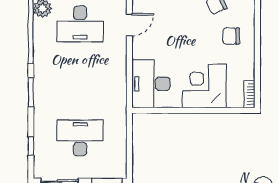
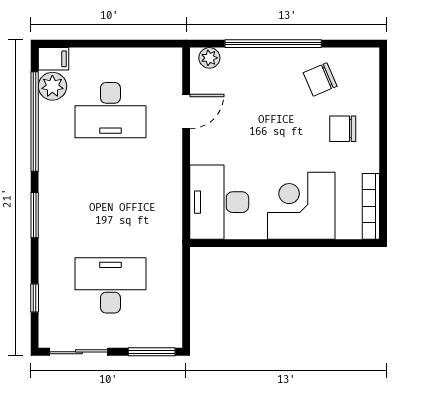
bookcase: (249, 94) -> (371, 206), width x1.56

